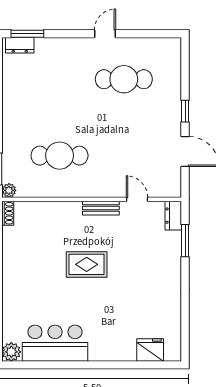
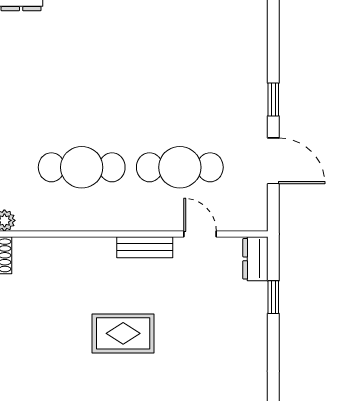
cafe table: (124, 79) -> (180, 167), moved
window: (185, 241) -> (273, 297), width x0.67

